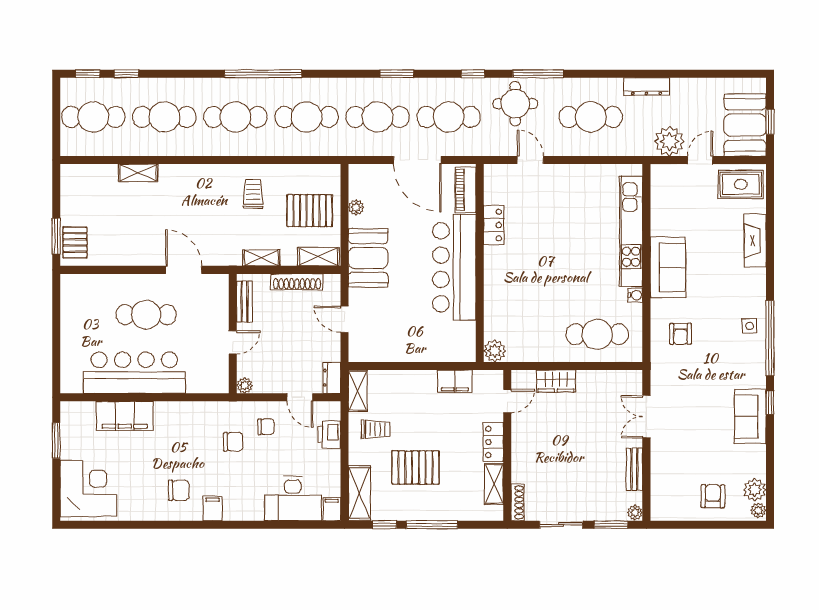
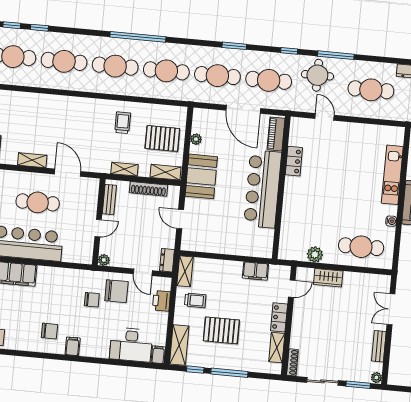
shelving: (138, 173) -> (32, 160), moved
kitchen unit: (631, 231) -> (392, 175), width x0.73
plant: (495, 351) -> (315, 254), moved
chair: (266, 427) -> (116, 291), width x1.87, depth x1.87

